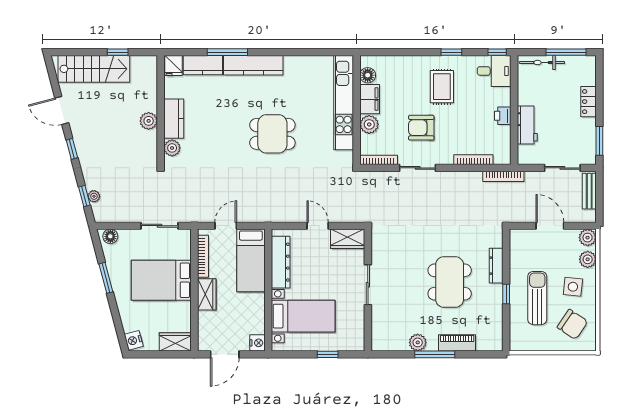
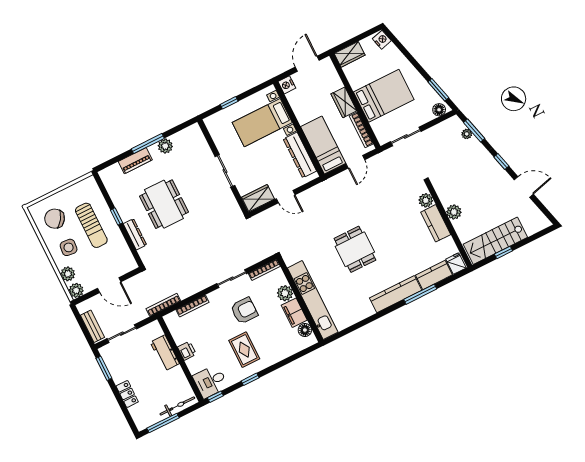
stairs: (94, 69) -> (495, 241), moved
dining table: (272, 134) -> (355, 249), turned 90
window: (84, 196) -> (474, 131), width x1.50
window: (106, 278) -> (438, 90), moved

